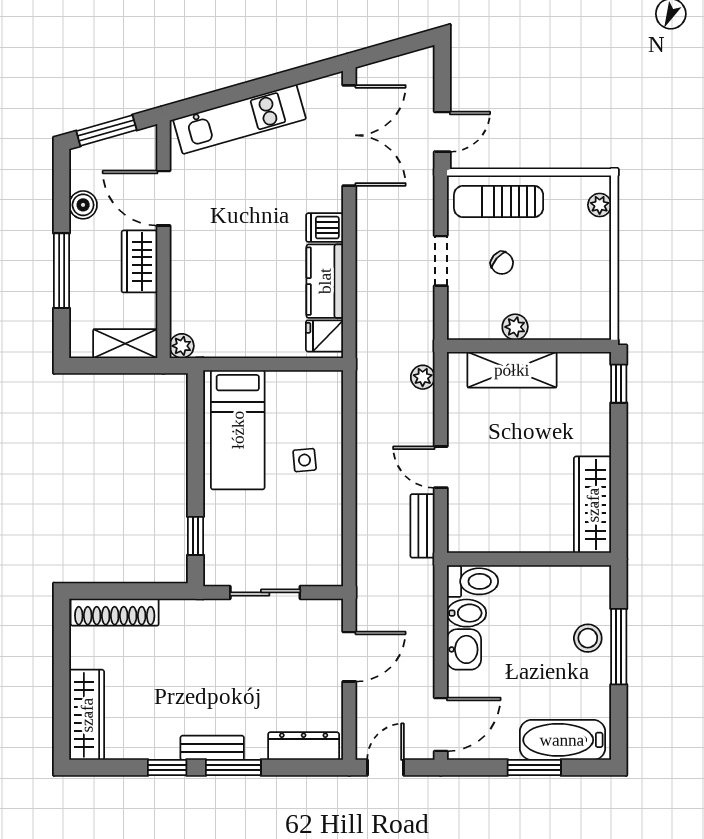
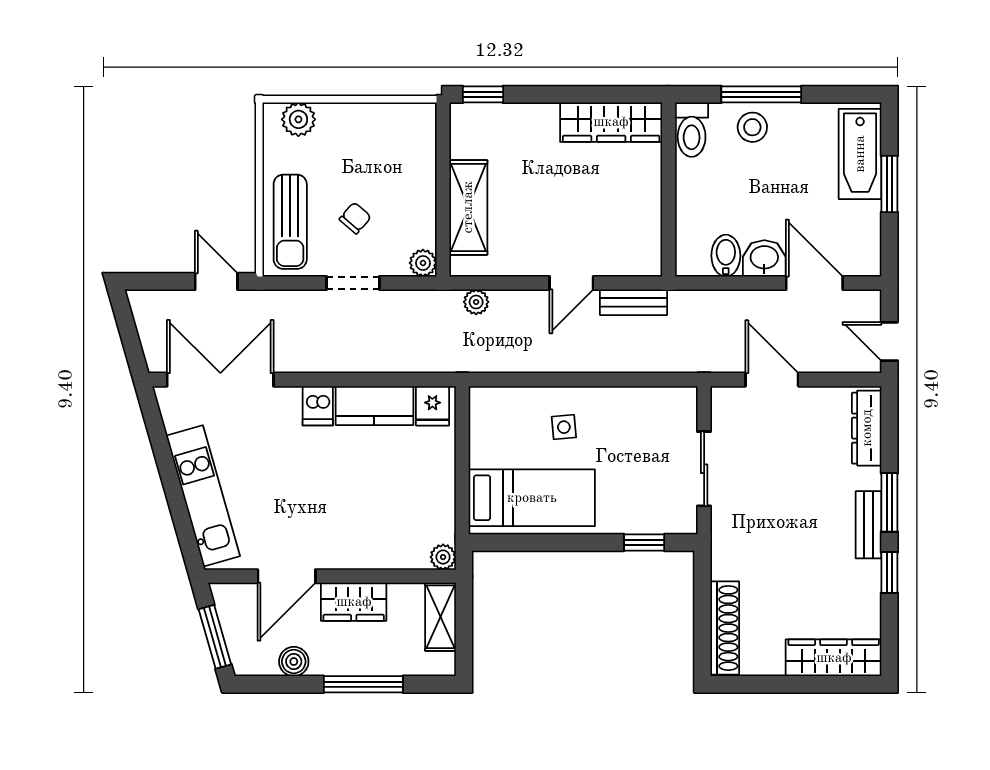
plant: (600, 205) -> (298, 119), width x1.38, depth x1.38
plant: (515, 327) -> (423, 263), moved
toilet: (472, 581) -> (692, 130), moved, turned 180
door: (441, 724) -> (814, 283), moved

